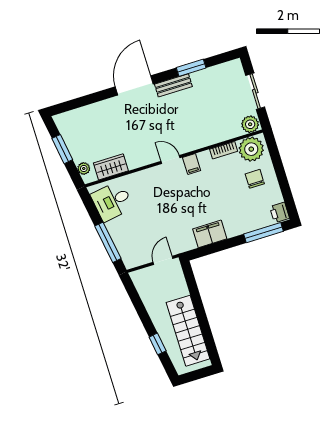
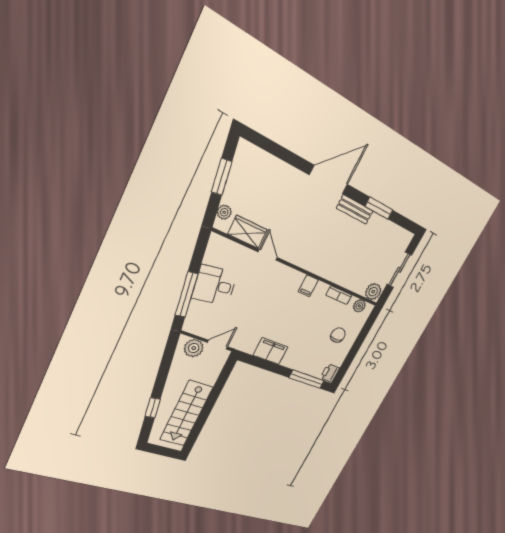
plant: (251, 149) -> (359, 306), width x0.53, depth x0.53
door: (171, 160) -> (268, 255), moved
desk: (112, 201) -> (215, 285), moved
plant: (147, 276) -> (194, 348), added

